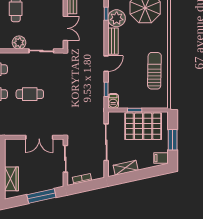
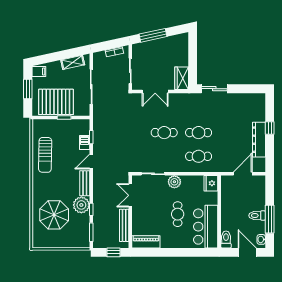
barbecue: (113, 101) -> (85, 143), moved
double door: (39, 137) -> (155, 91), swing flipped
wardrobe: (11, 179) -> (182, 78), moved

